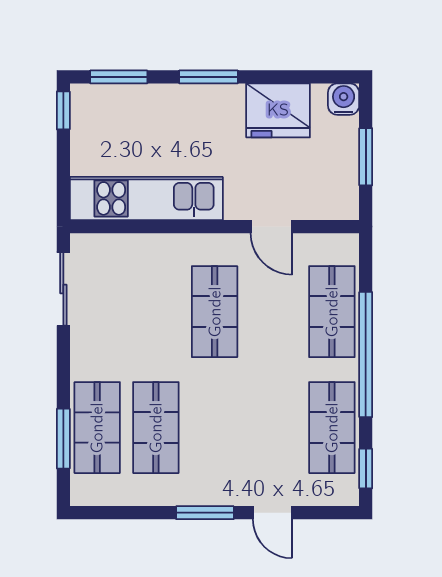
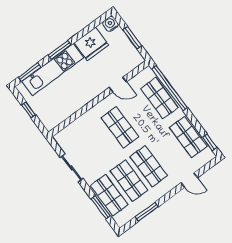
window: (63, 110) -> (29, 110), moved
kitchen unit: (146, 198) -> (53, 70), moved, turned 180
sliding door: (63, 289) -> (72, 168), moved
window: (366, 355) -> (170, 88), moved
shop shelf: (215, 428) -> (149, 166), added
window: (205, 513) -> (147, 212), moved

